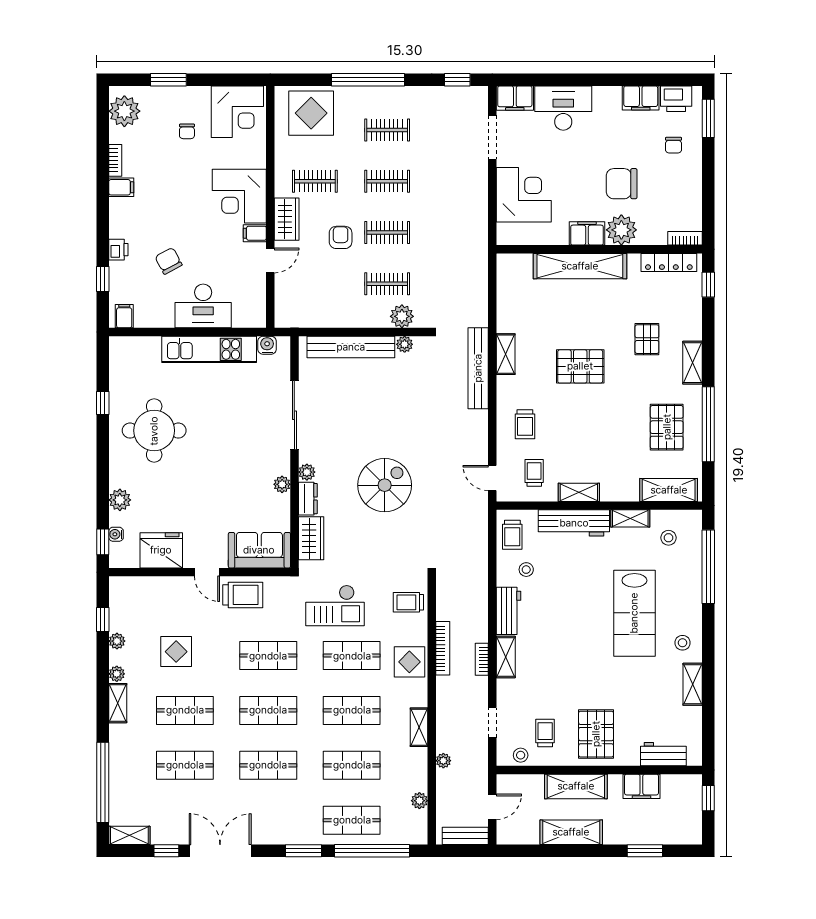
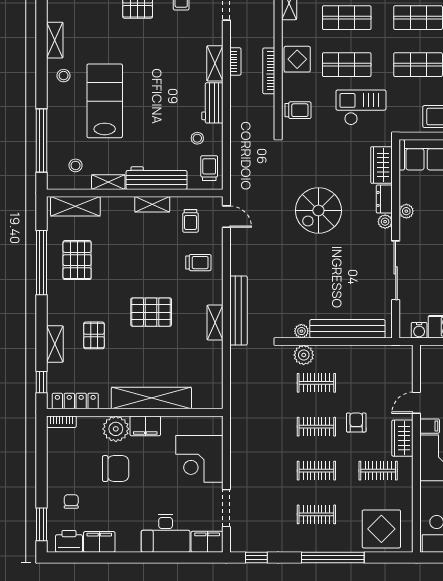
armchair: (341, 237) -> (356, 423), turned 180
shelving: (693, 363) -> (55, 344), moved
trolley: (525, 424) -> (198, 263), turned 90

